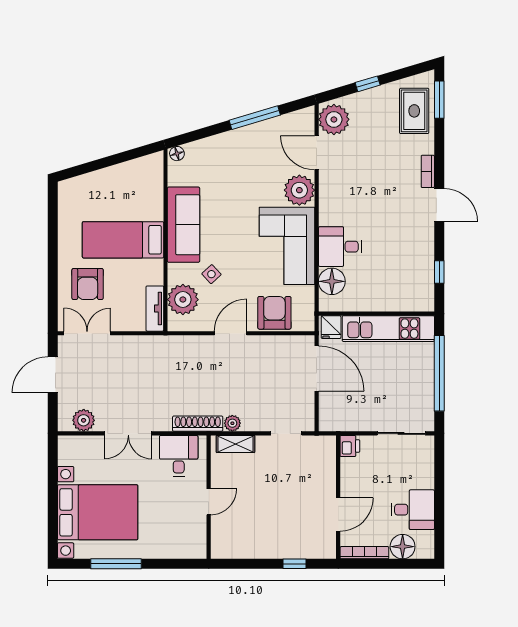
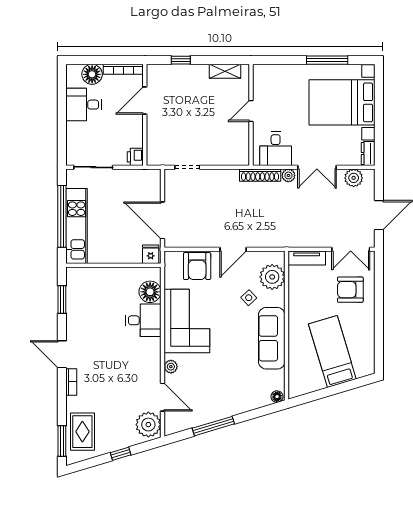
plant: (299, 190) -> (171, 367), width x0.53, depth x0.53
bed: (123, 240) -> (332, 352), moved, turned -107
window: (439, 272) -> (62, 300), width x1.50
armchair: (88, 284) -> (350, 290), turned -90
tv unit: (155, 309) -> (307, 258), moved, turned 90
kitchen unit: (388, 329) -> (77, 226), moved, turned 90
plant: (232, 423) -> (288, 175), moved
double door: (128, 433) -> (317, 167), swing flipped
shelving: (235, 444) -> (225, 71), moved
dresser: (66, 450) -> (368, 154), added

